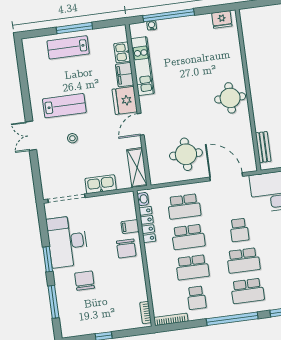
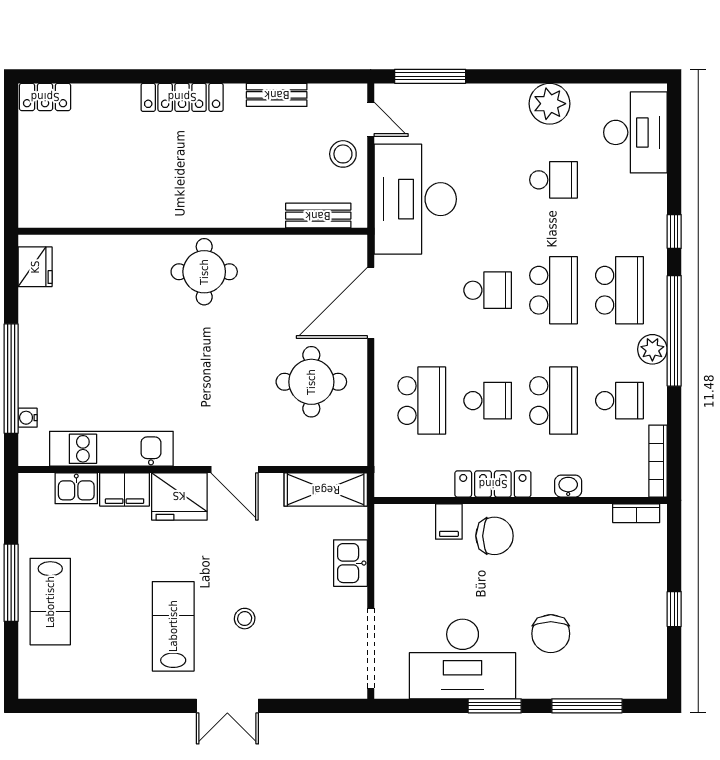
kitchen sink: (101, 184) -> (350, 563), width x0.73
washbasin: (143, 199) -> (568, 486), moved
locker: (147, 224) -> (493, 484), moved
school desk: (188, 237) -> (488, 401), width x0.54
chair: (85, 281) -> (551, 634), turned -90
plant: (222, 310) -> (652, 349), added

